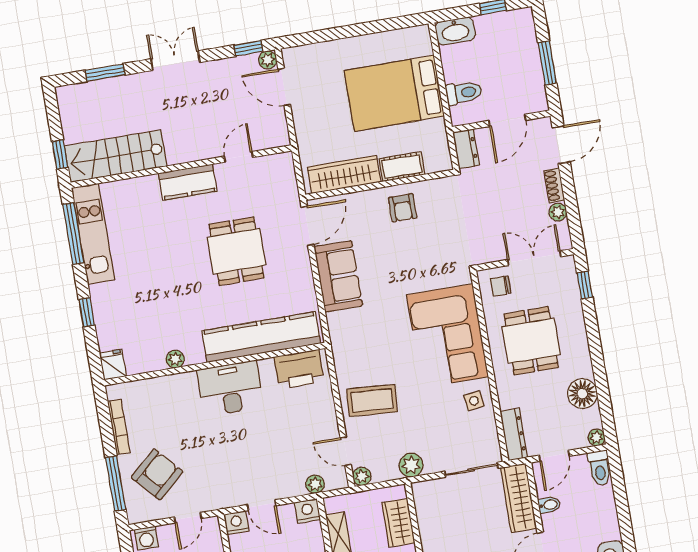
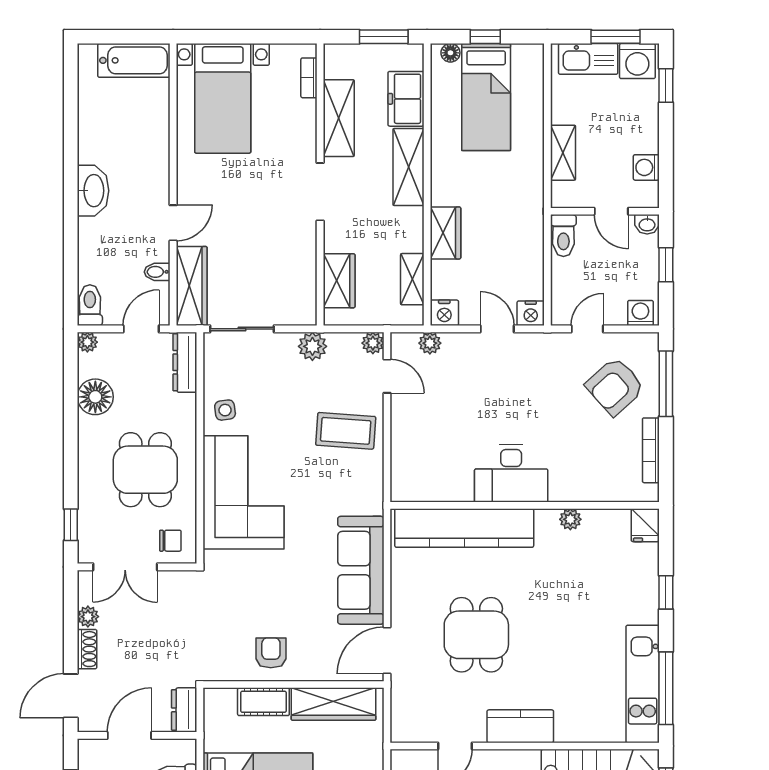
sofa: (338, 276) -> (361, 570), width x1.36
printer: (299, 369) -> (426, 482), removed

